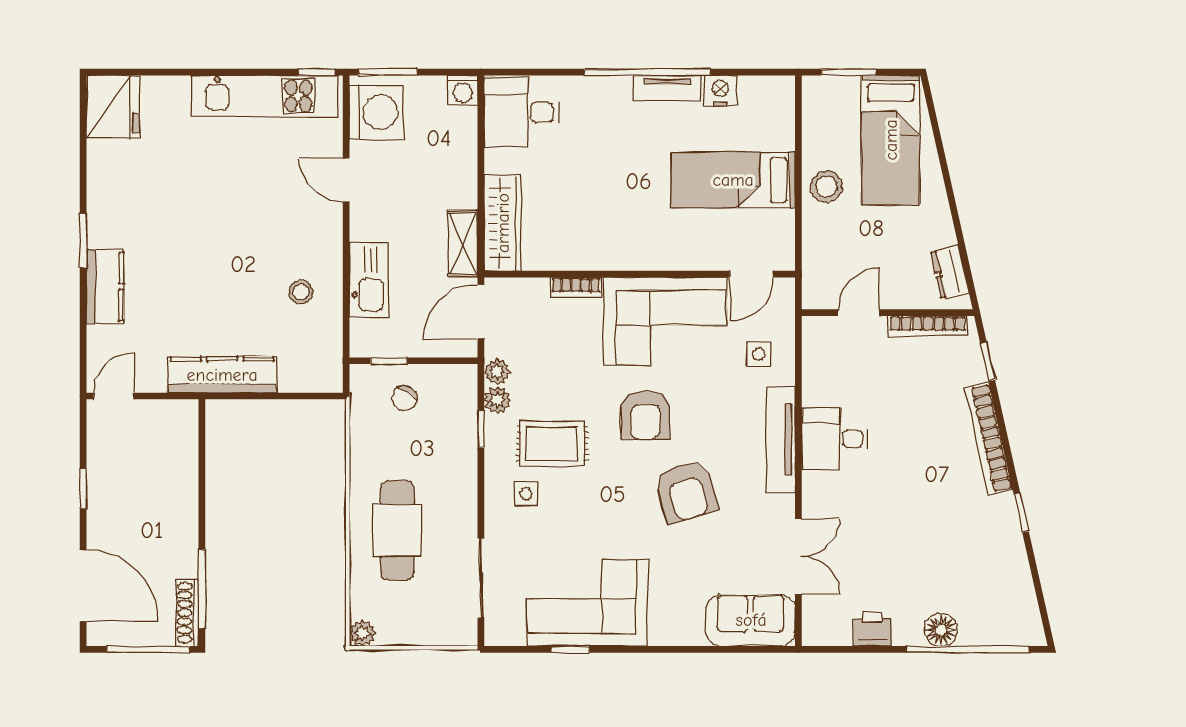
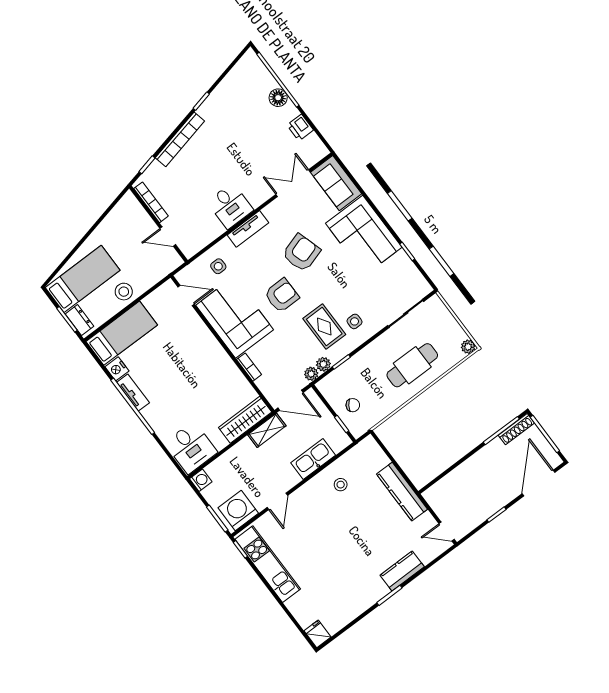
fridge: (113, 107) -> (318, 634), width x0.53, depth x0.75
bed: (733, 180) -> (122, 333), moved, turned -90
dresser: (950, 272) -> (79, 320), moved, turned -77
tv unit: (781, 439) -> (248, 229), width x0.71
corner sofa: (587, 603) -> (364, 235), moved

